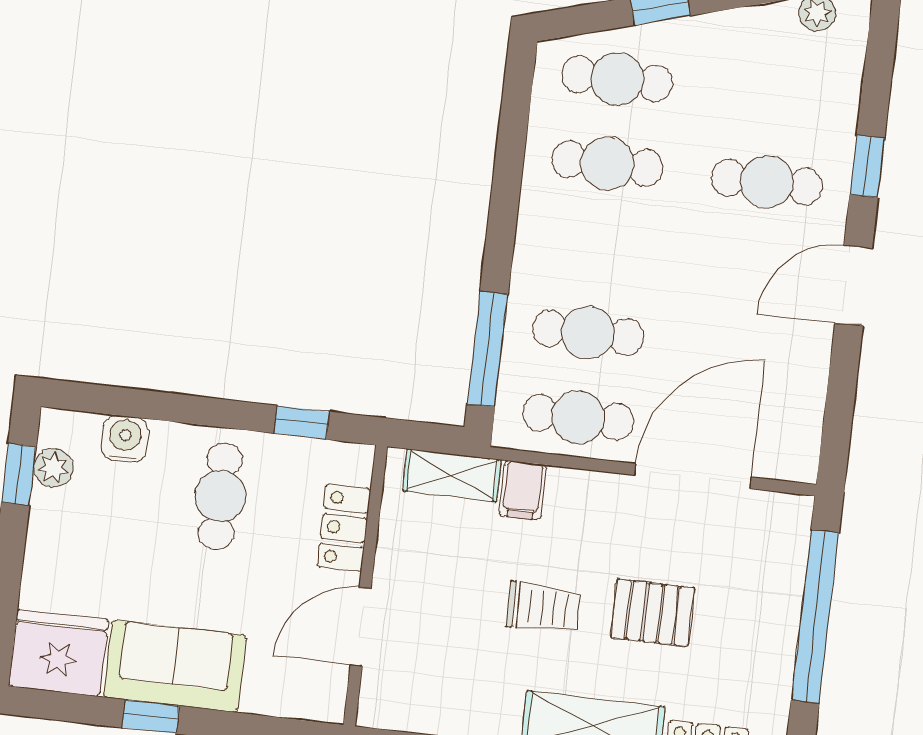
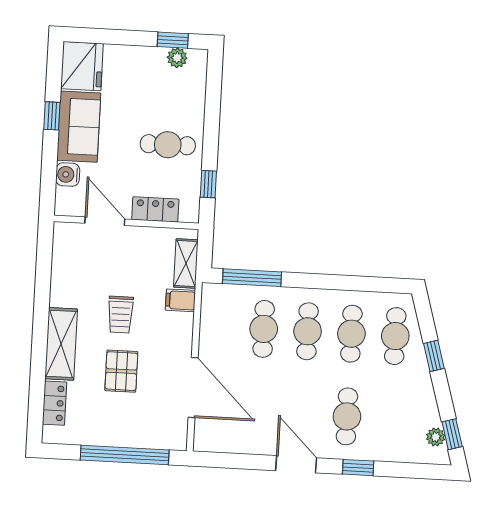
cafe table: (578, 417) -> (308, 331), moved
water cooler: (125, 439) -> (68, 174), moved, turned 180

